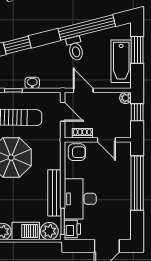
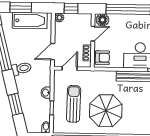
toilet: (75, 49) -> (22, 69), moved
floor lamp: (124, 151) -> (102, 20), added
armchair: (77, 152) -> (102, 58), turned 90

